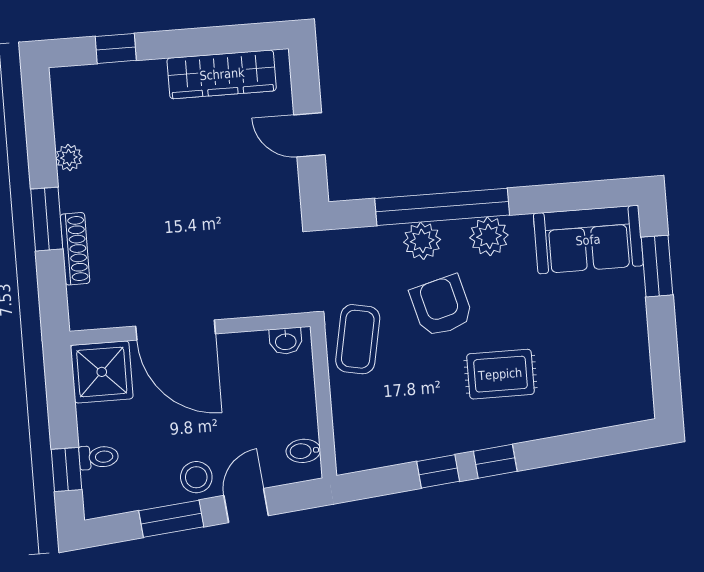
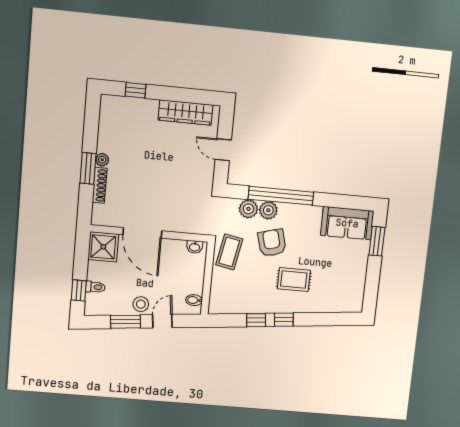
plant: (69, 158) -> (102, 160), moved
plant: (489, 236) -> (248, 209), moved

